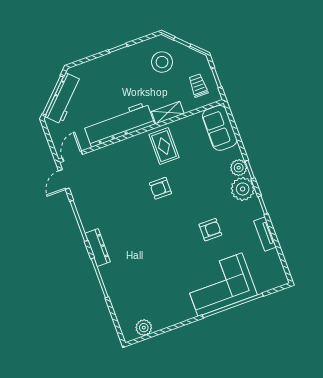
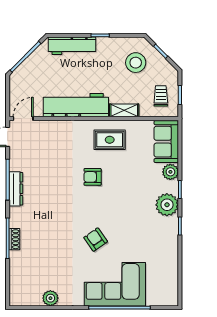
workbench: (63, 98) -> (72, 46), moved, turned 45
rug: (164, 146) -> (110, 140), turned 90
plant: (239, 168) -> (170, 172), moved
armchair: (210, 230) -> (96, 240), moved, turned -125
tv unit: (265, 234) -> (172, 253), removed
dresser: (98, 247) -> (16, 189), moved
shoe rack: (107, 276) -> (14, 239), added
plant: (144, 328) -> (50, 298), moved

